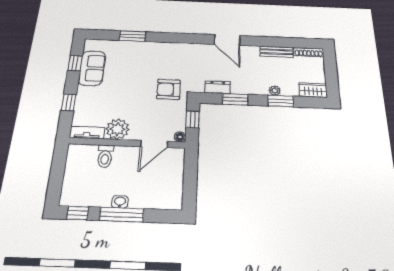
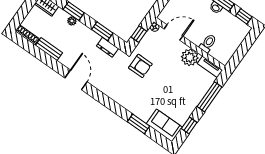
sofa: (92, 68) -> (164, 125), moved, turned 90
window: (69, 102) -> (209, 97), width x2.17

